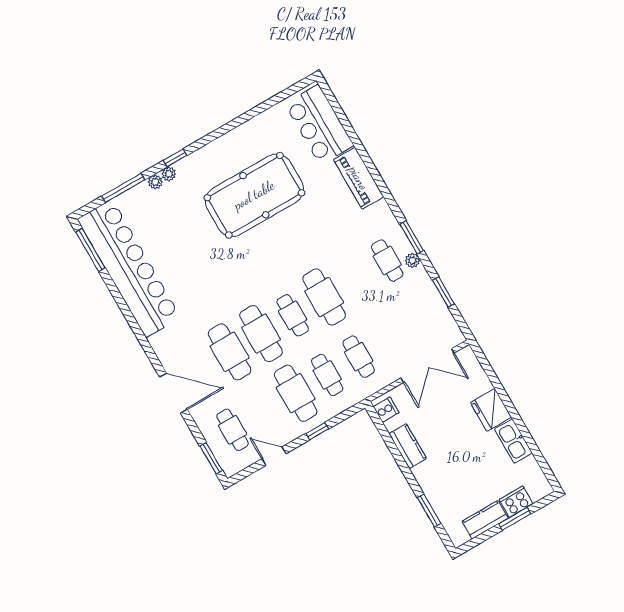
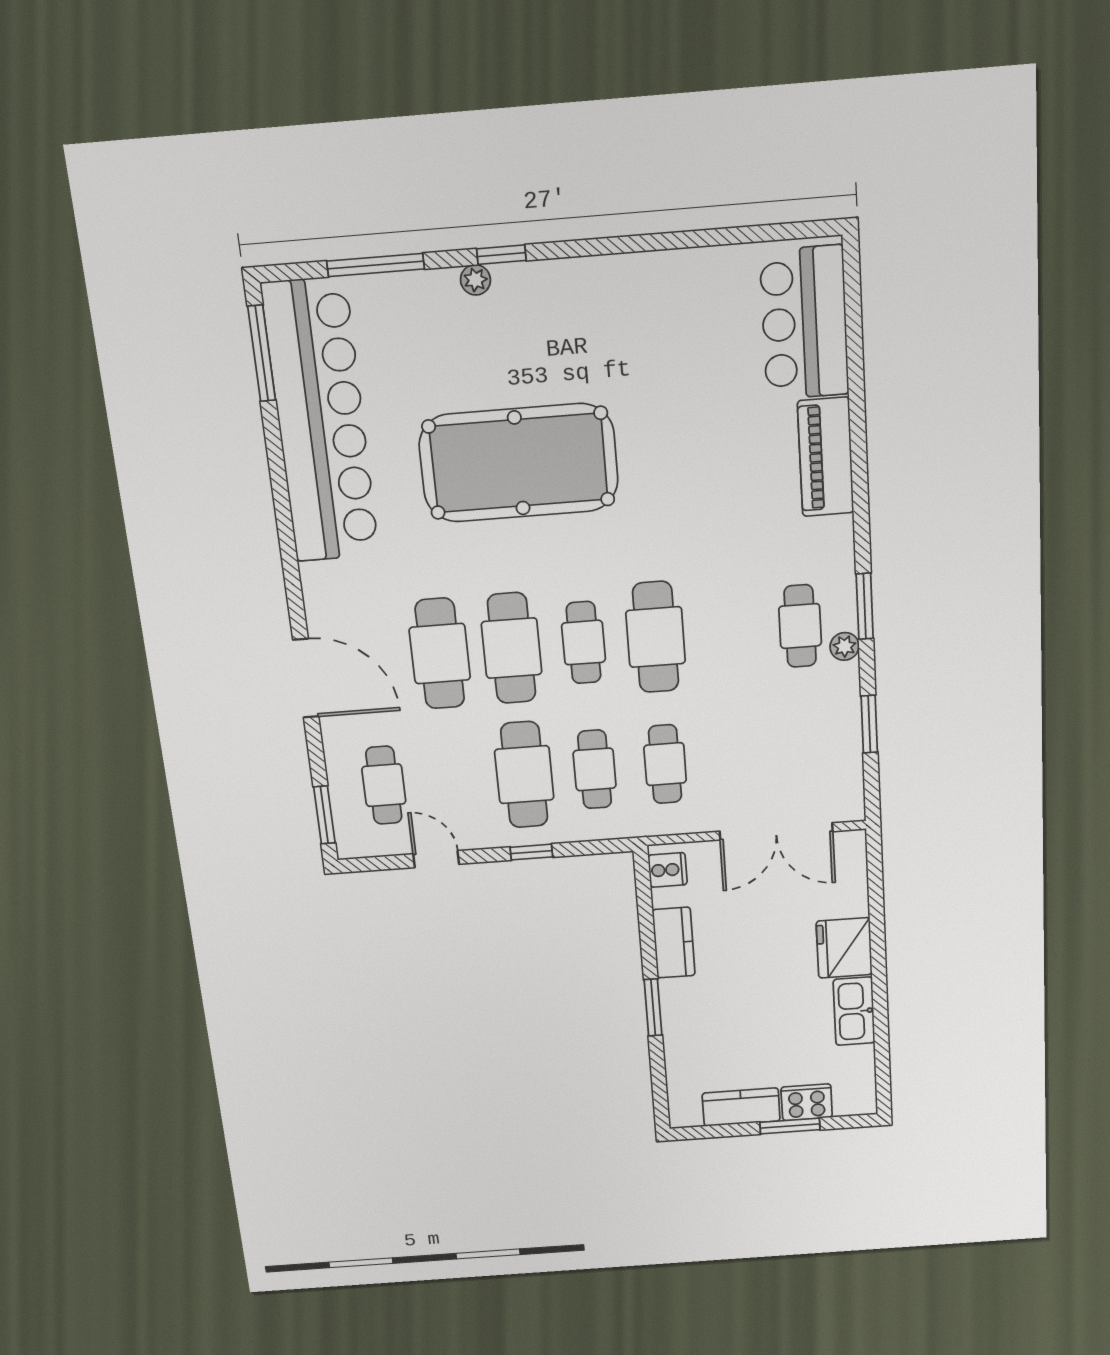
plant: (155, 182) -> (442, 283), removed
pool table: (254, 195) -> (519, 463), moved
window: (429, 511) -> (653, 1007), moved

